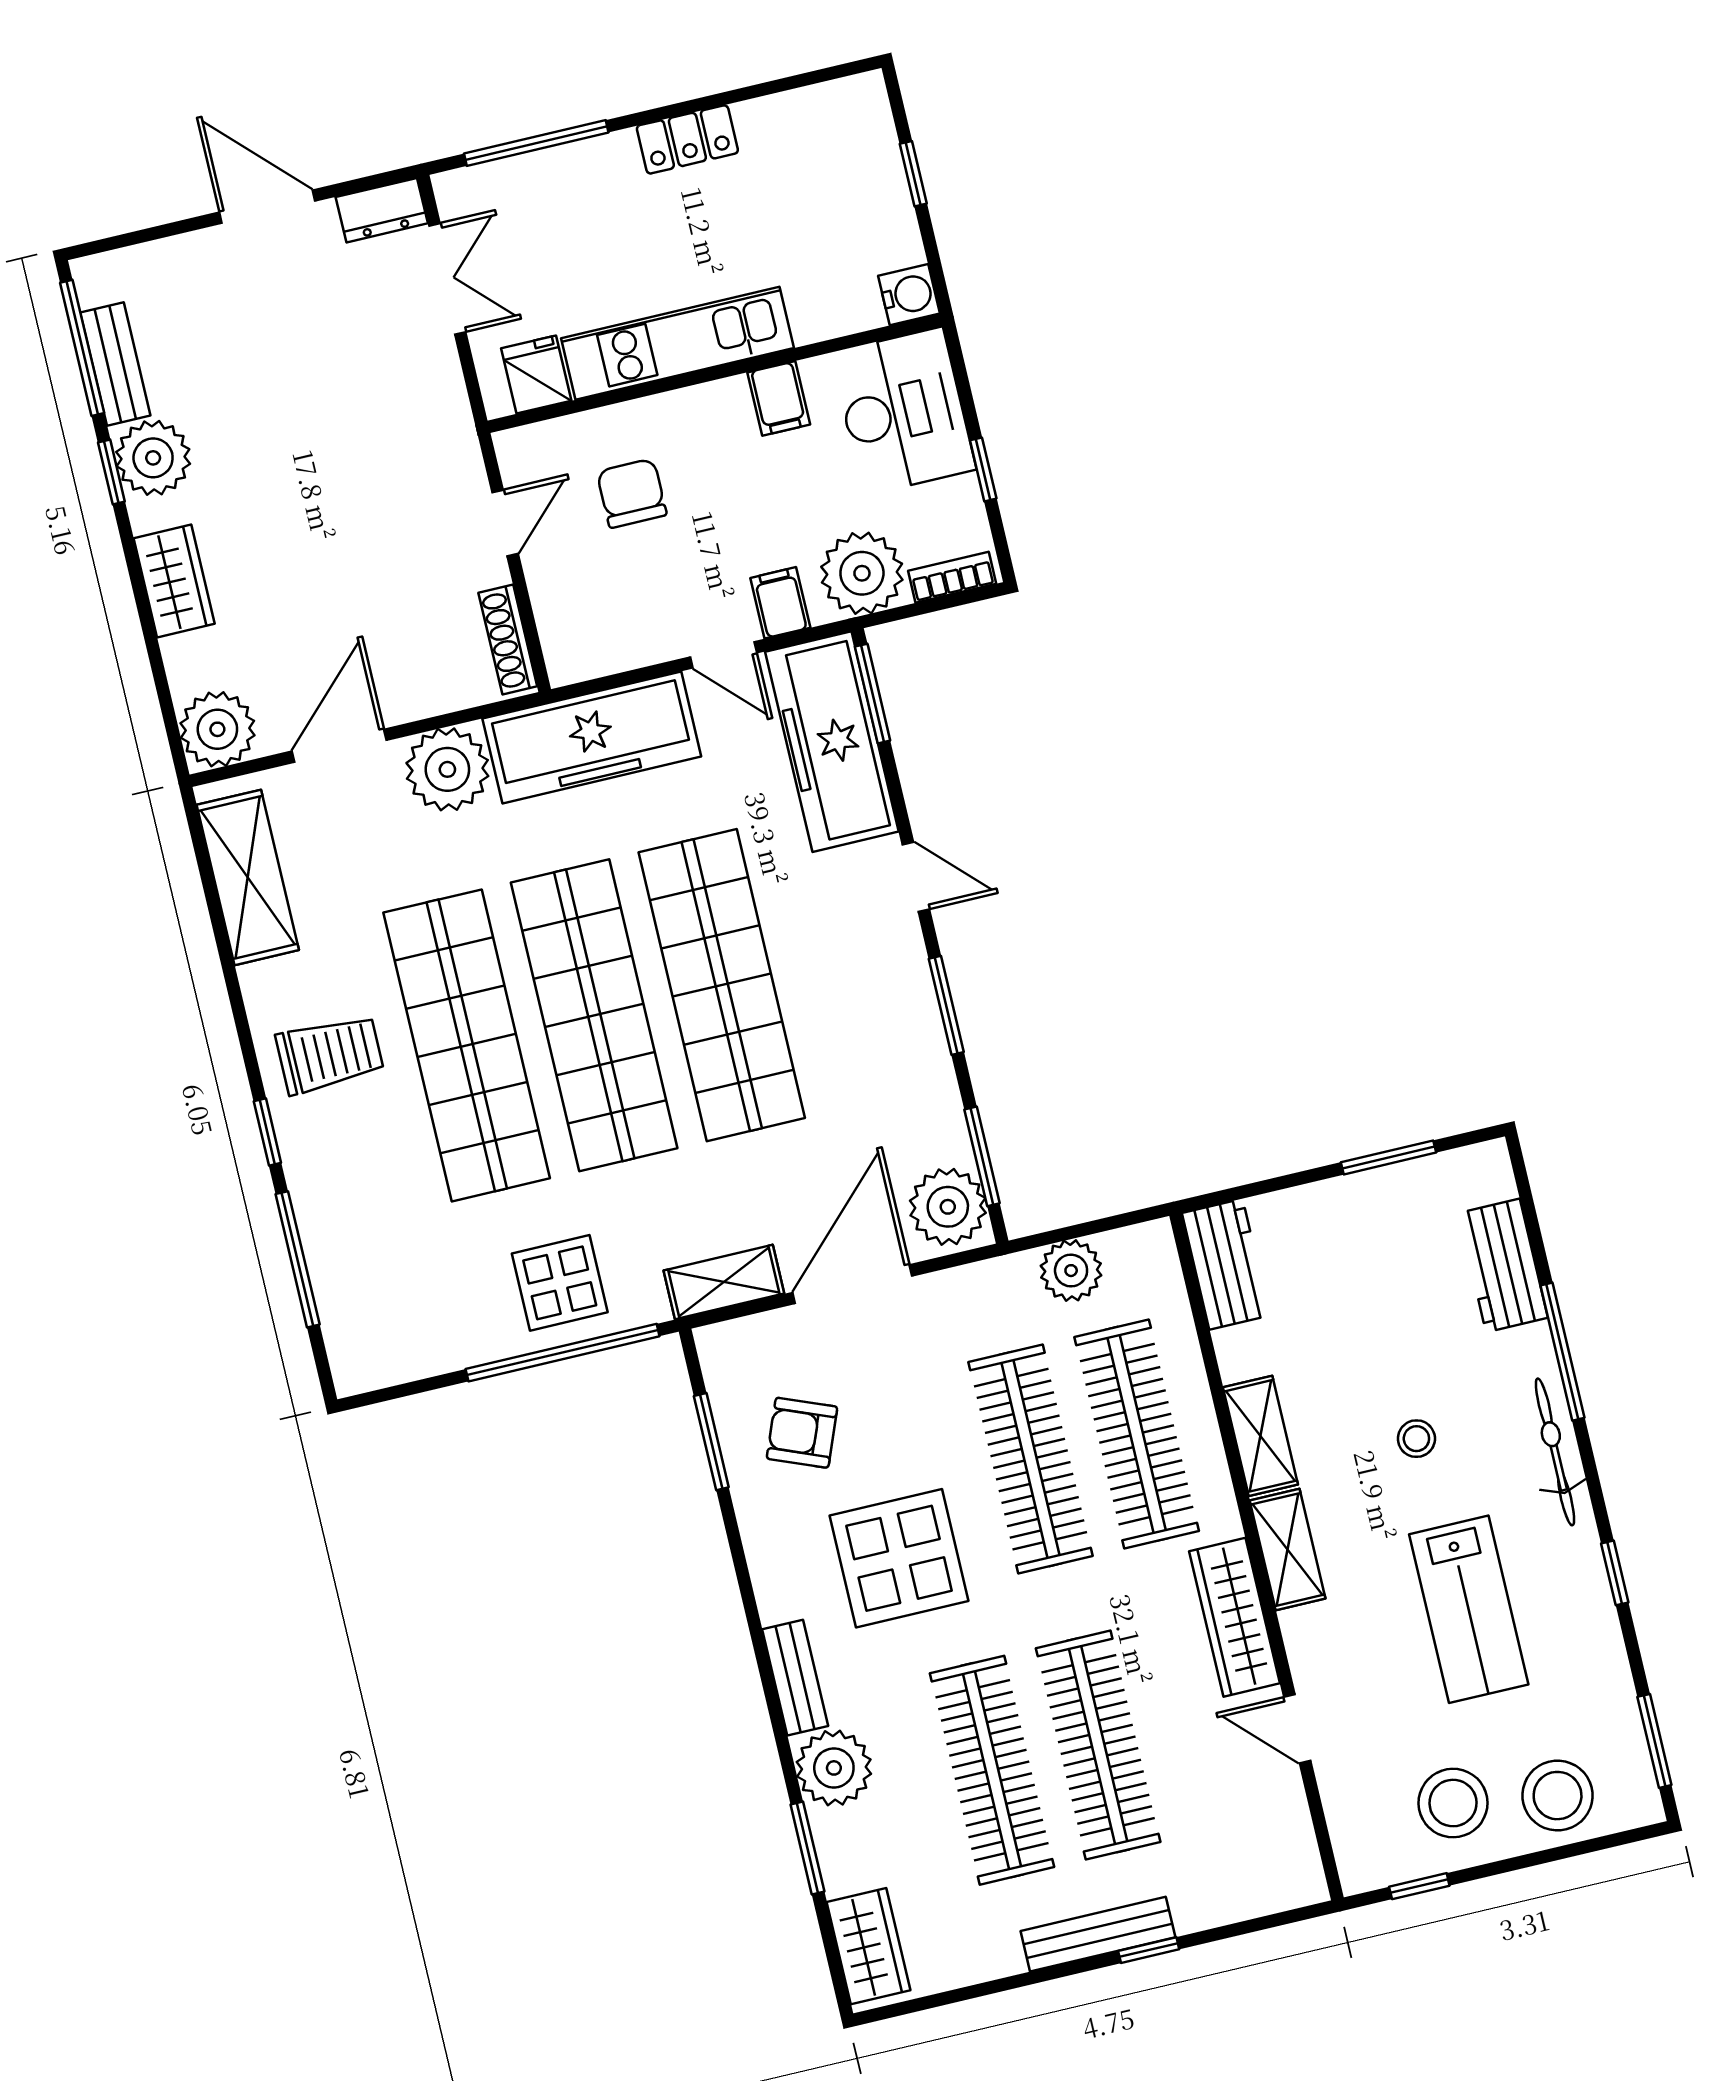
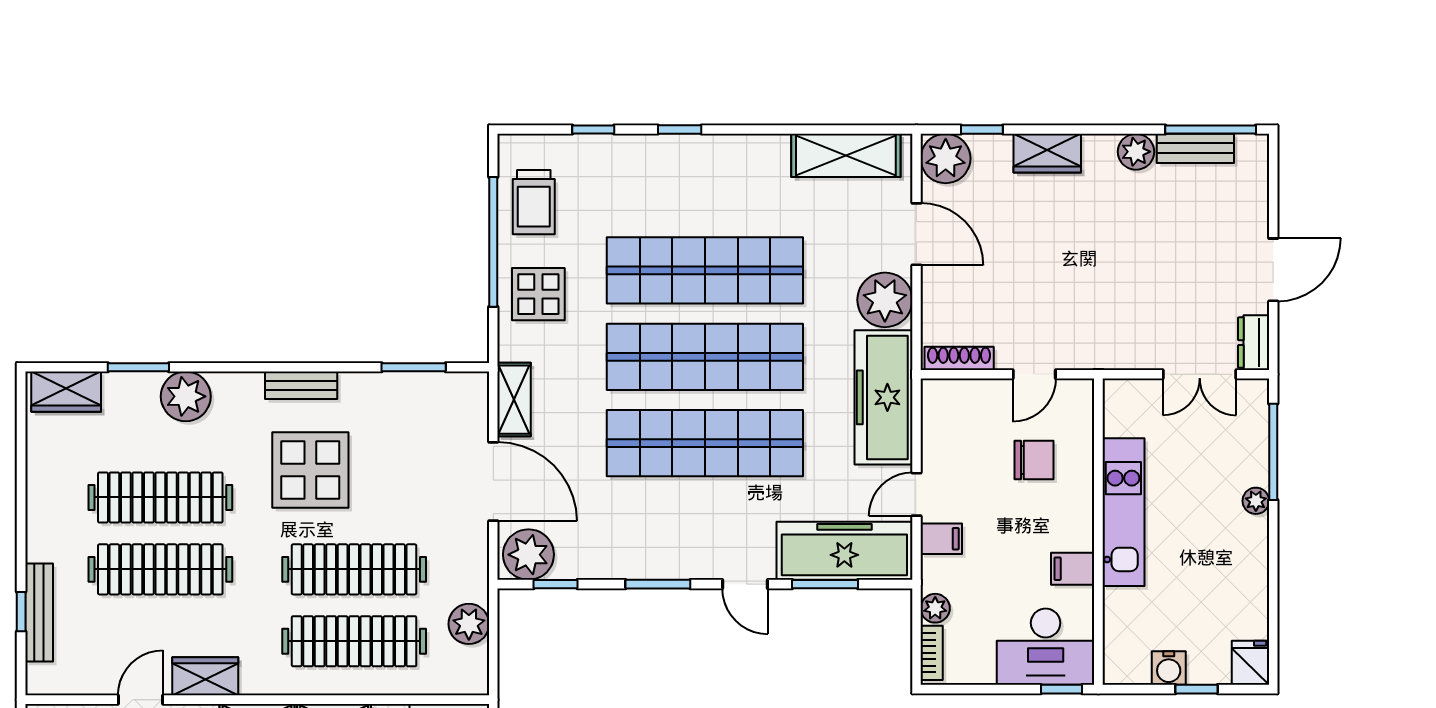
locker: (687, 139) -> (1253, 549), removed
plant: (615, 152) -> (1256, 501), added
water cooler: (909, 295) -> (1169, 668), moved
fridge: (536, 375) -> (1250, 663), moved, turned -90
plant: (153, 458) -> (1136, 152), width x0.73, depth x0.73
window: (983, 469) -> (1062, 689), moved
window: (111, 472) -> (982, 129), moved
door: (505, 523) -> (1034, 374), hinge flipped
plant: (862, 573) -> (935, 608), width x0.53, depth x0.53
window: (873, 694) -> (825, 584), moved
door: (916, 877) -> (745, 584), hinge flipped
trolley: (330, 1054) -> (534, 202), moved
window: (982, 1156) -> (556, 584), width x0.67
window: (298, 1259) -> (593, 129), width x0.46
window: (563, 1353) -> (493, 242), moved
armchair: (802, 1433) -> (406, 427), removed
wardrobe: (1235, 1617) -> (205, 676), width x0.67
bench: (795, 1678) -> (301, 385), moved
bench: (1098, 1934) -> (39, 613), moved
window: (1149, 1950) -> (21, 612), moved

